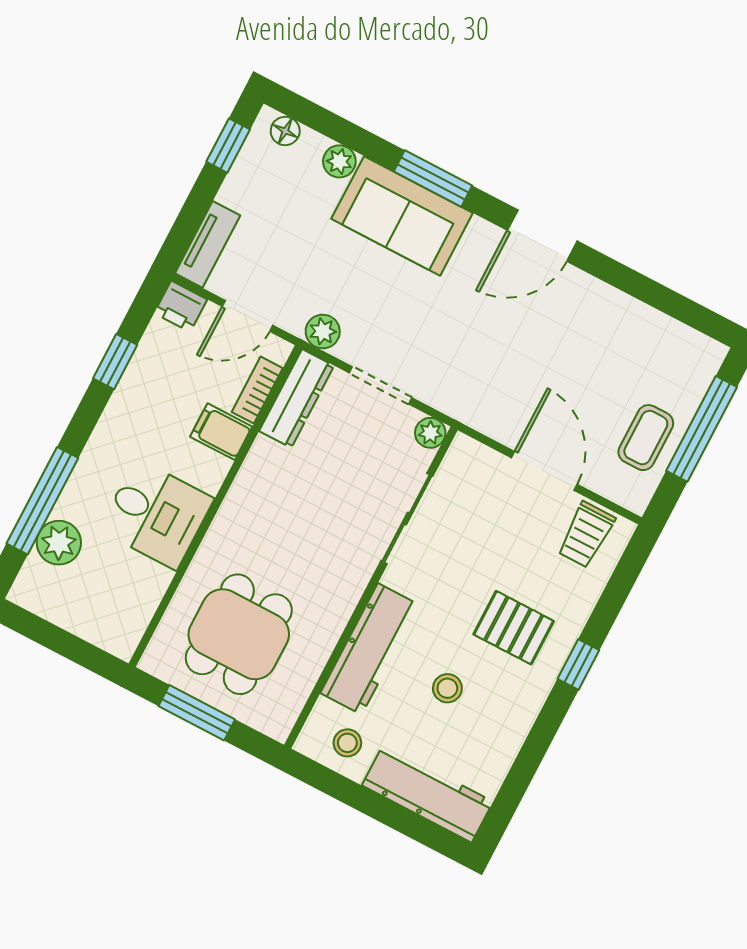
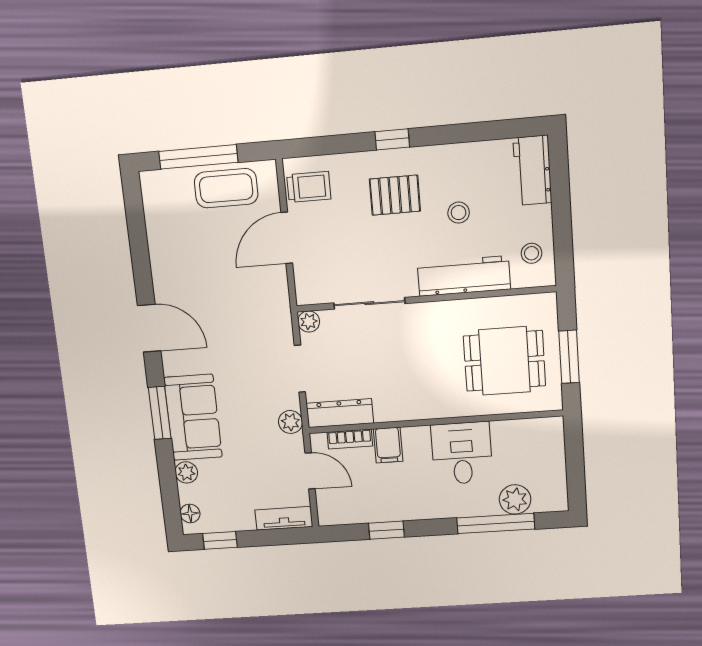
printer: (181, 306) -> (330, 512), removed
coffee table: (646, 438) -> (226, 188), width x1.36, depth x1.30
pallet: (514, 628) -> (395, 195), turned 90
workbench: (427, 793) -> (532, 170), width x0.73

